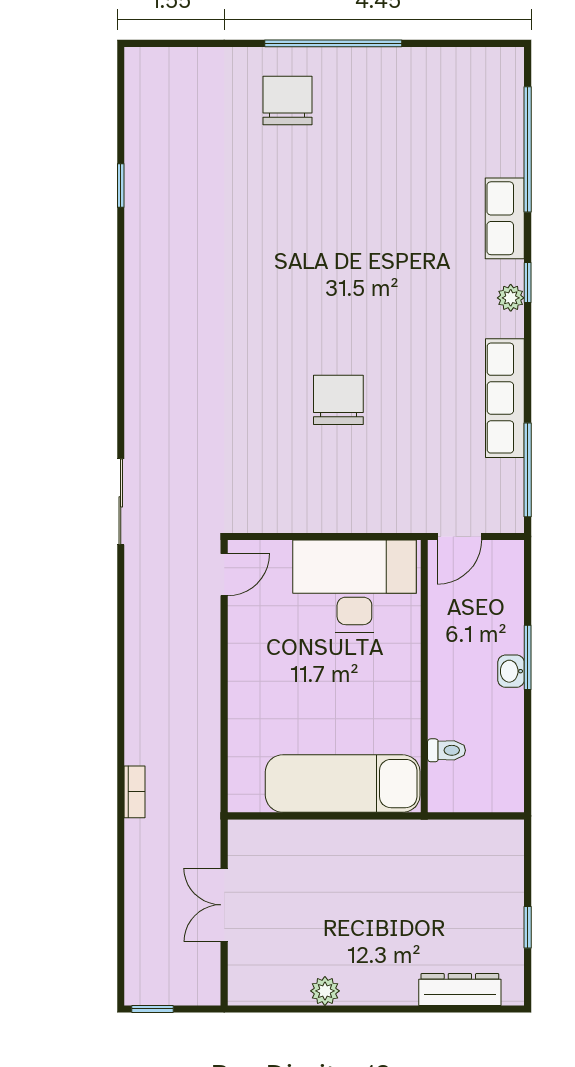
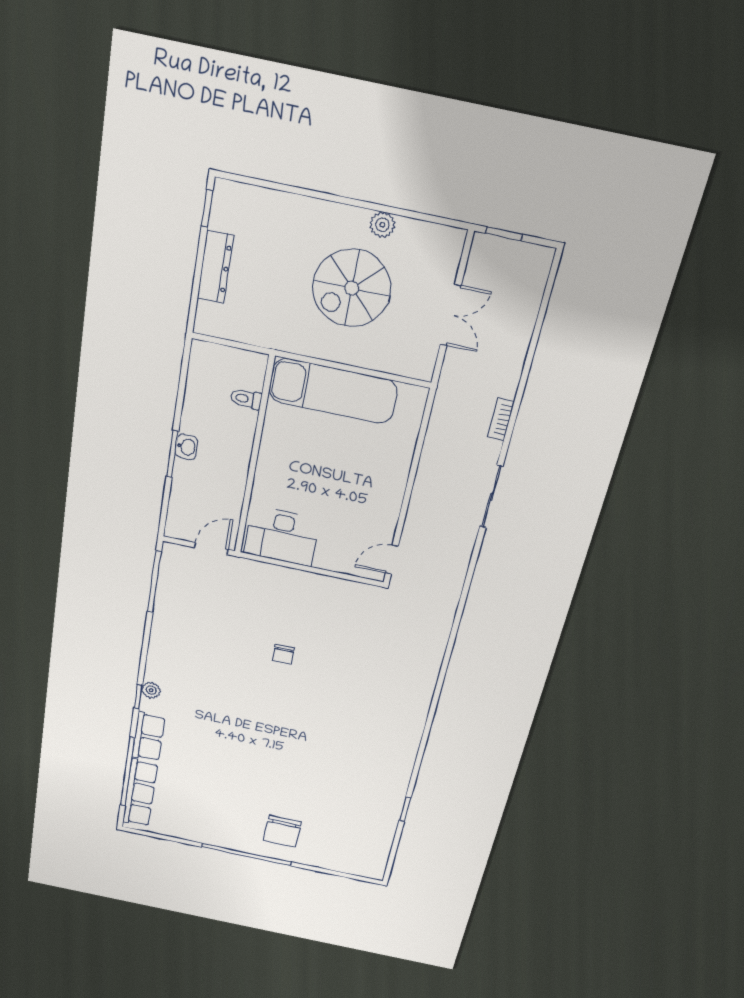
row of seats: (505, 398) -> (140, 793), moved
chair: (338, 400) -> (283, 654), width x0.54, depth x0.54
sliding door: (121, 502) -> (491, 497), moved
desk: (354, 586) -> (282, 536), width x0.73, depth x0.77
spiral stairs: (345, 912) -> (352, 288), added
window: (528, 927) -> (207, 208), moved
dresser: (460, 989) -> (215, 267), moved, turned -90
window: (152, 1009) -> (504, 234), moved

